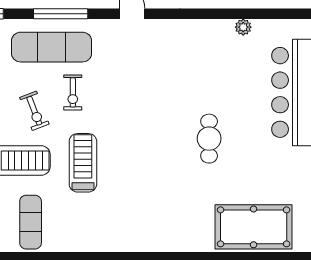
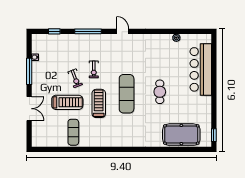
exercise mat: (52, 47) -> (127, 94), moved, turned 90

